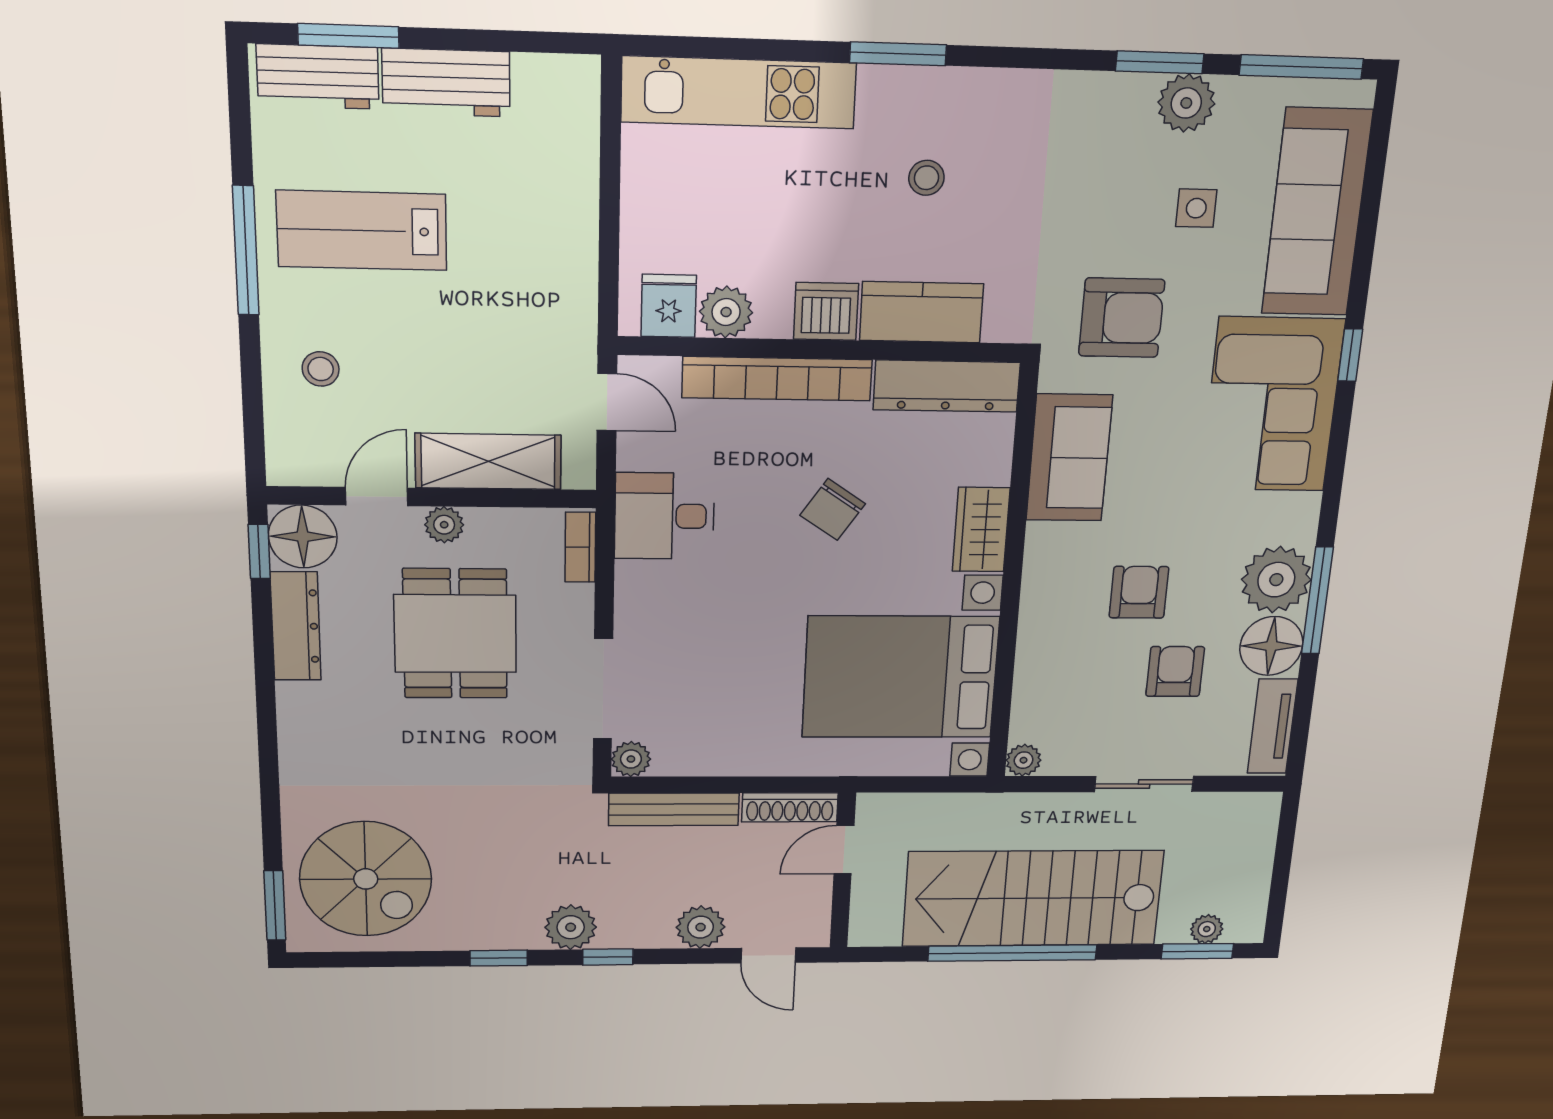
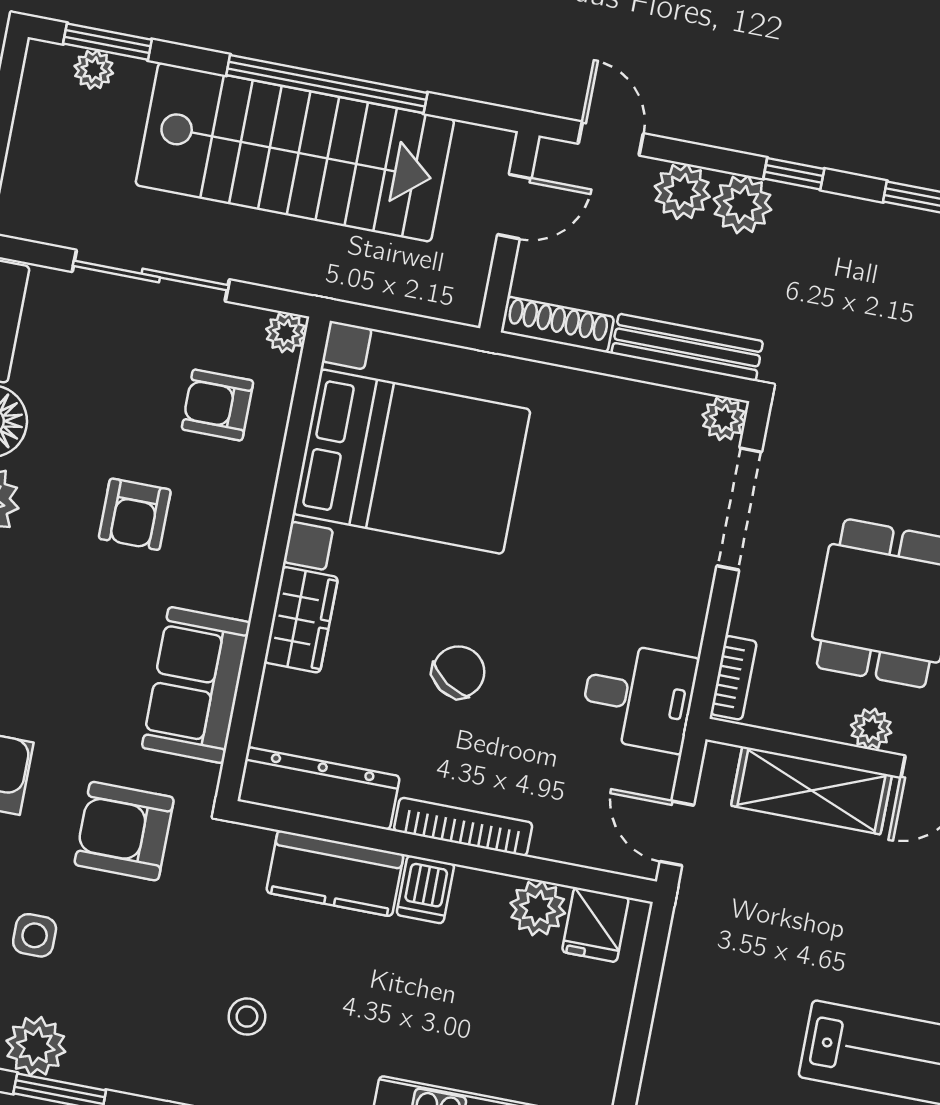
stool: (926, 178) -> (247, 1017), moved
dishwasher: (826, 311) -> (425, 889), width x0.73
bookcase: (777, 379) -> (463, 827), width x0.68, depth x0.76
armchair: (1175, 671) -> (217, 405), moved, turned 90
sliding door: (1144, 784) -> (151, 276), width x1.37
door: (844, 850) -> (514, 207), moved
plant: (571, 927) -> (742, 204), moved

